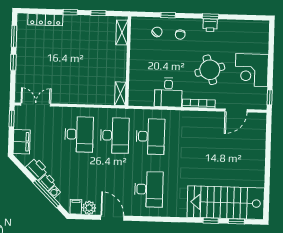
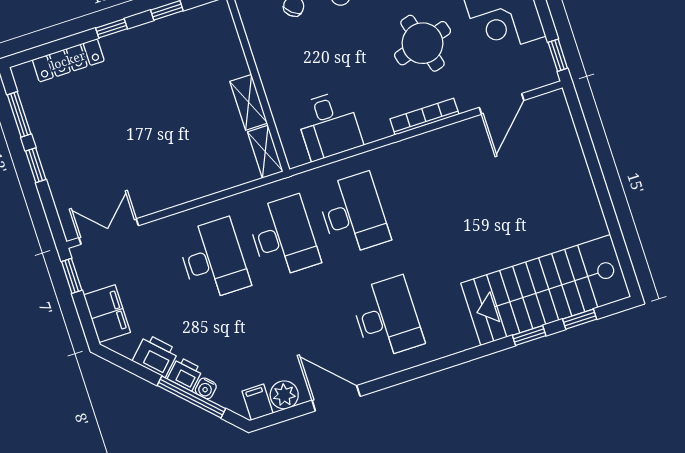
shelving: (122, 33) -> (249, 102), moved
desk: (168, 92) -> (329, 125), moved

